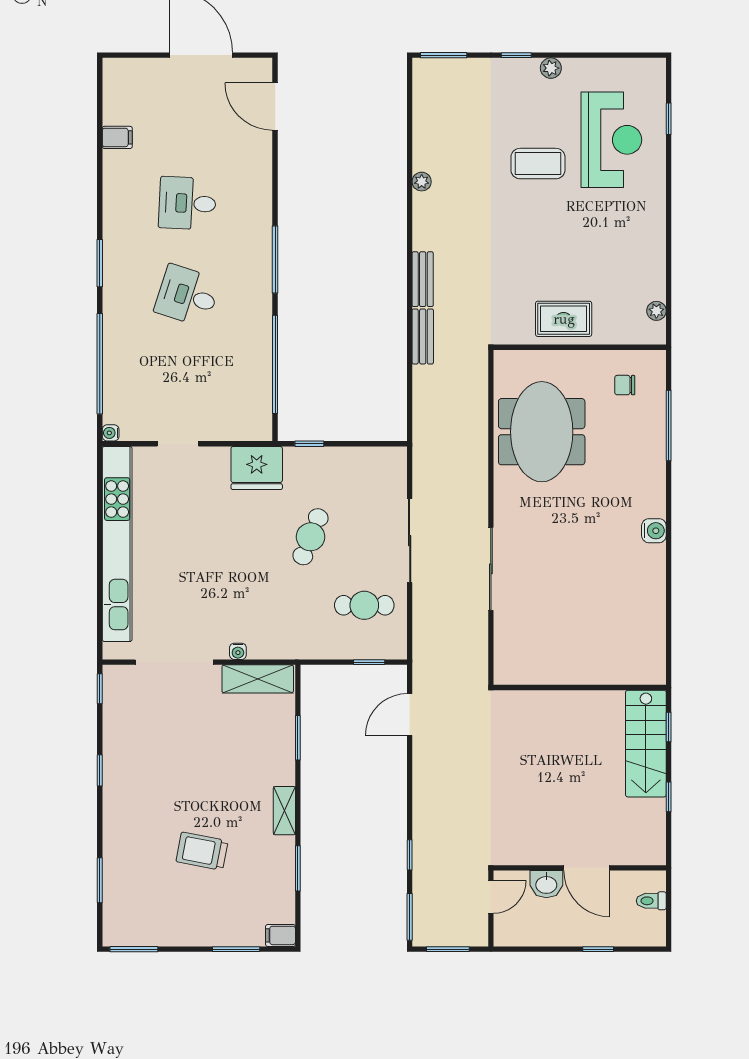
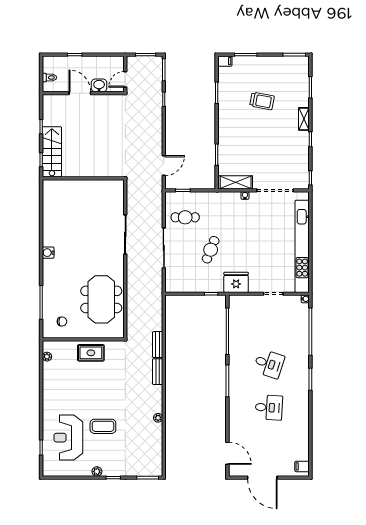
filing cabinet: (117, 137) -> (302, 466), moved
shelving: (284, 811) -> (304, 119), moved

